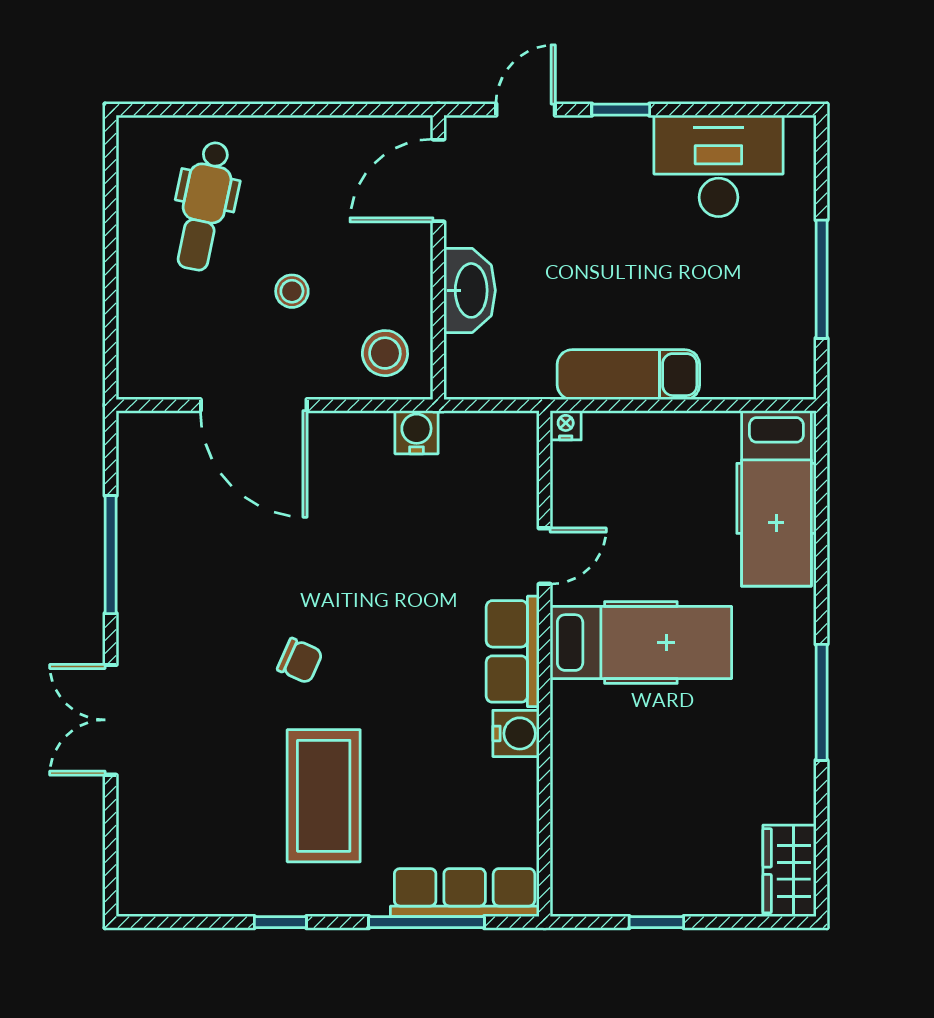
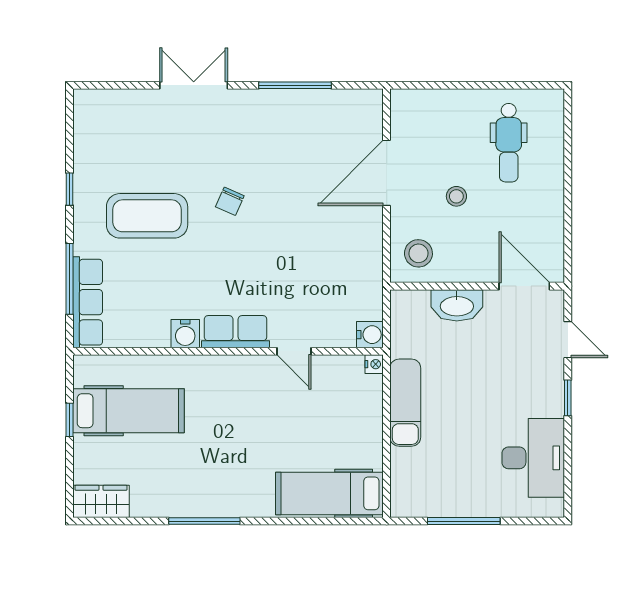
dental chair: (204, 206) -> (509, 143), turned -102
water cooler: (416, 432) -> (370, 335), moved
hospital bed: (641, 643) -> (129, 411), moved, turned -90

